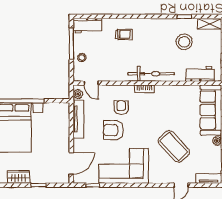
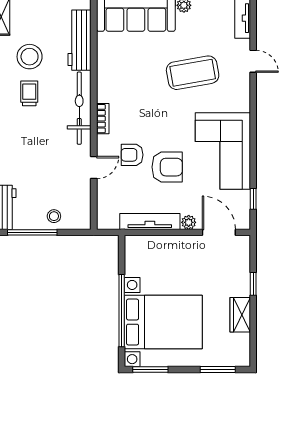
trolley: (124, 34) -> (29, 93), moved
workbench: (200, 74) -> (80, 40), width x1.38
door: (91, 83) -> (94, 168), moved
plant: (78, 94) -> (189, 222), moved
armchair: (113, 130) -> (167, 167), turned -90
coffee table: (174, 146) -> (193, 73), turned 33

